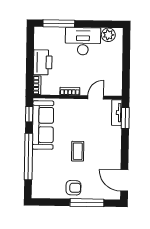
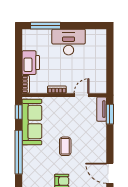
plant: (108, 35) -> (93, 36), removed

